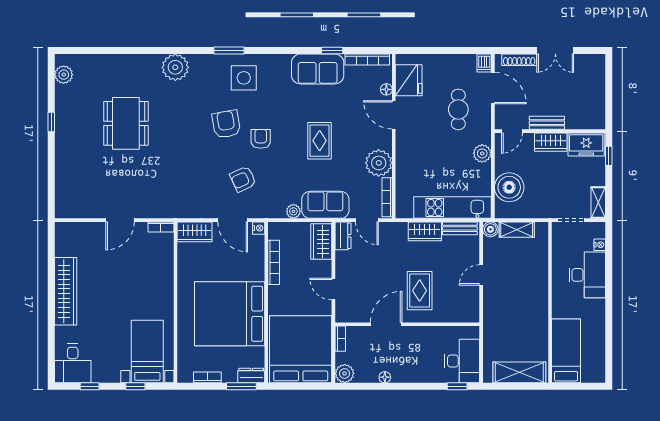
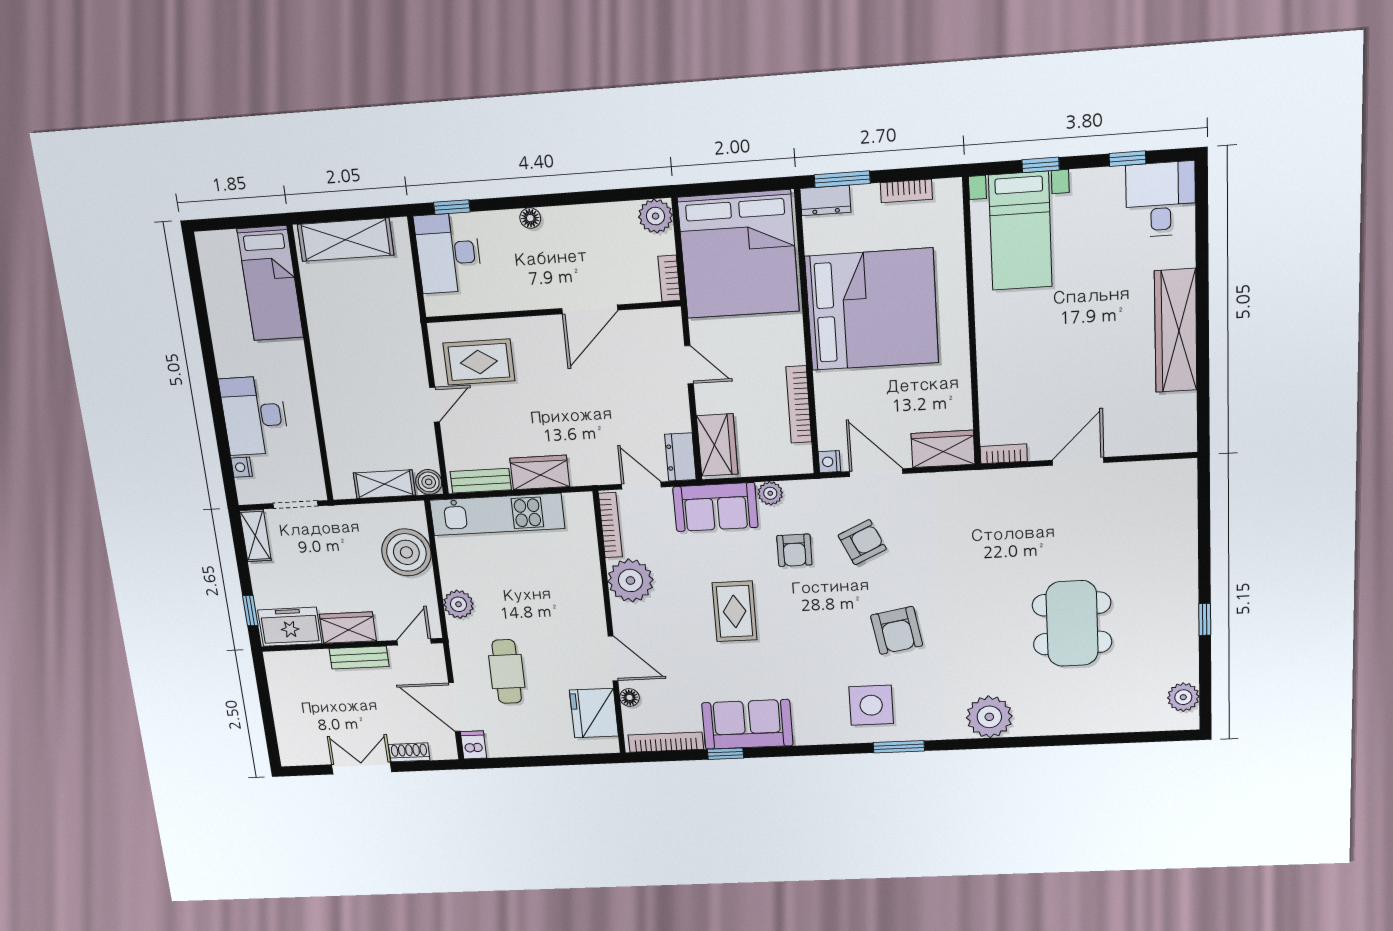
shoe rack: (519, 60) -> (409, 752), width x0.70
armchair: (261, 139) -> (794, 550), moved
rug: (420, 291) -> (479, 362), moved, turned 90
floor lamp: (385, 377) -> (530, 218), moved

